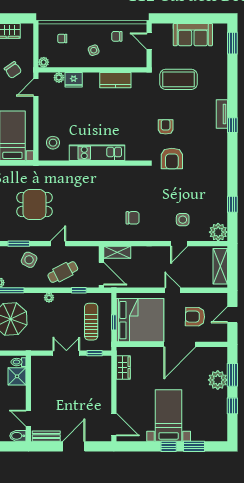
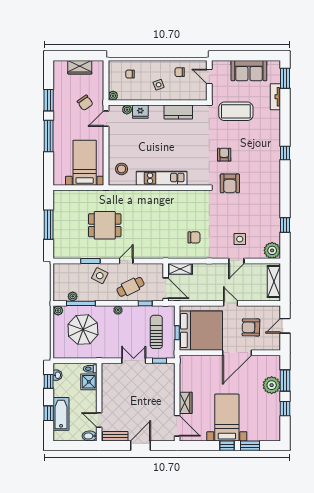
tv unit: (222, 114) -> (275, 97), moved
wardrobe: (123, 368) -> (186, 403), moved

